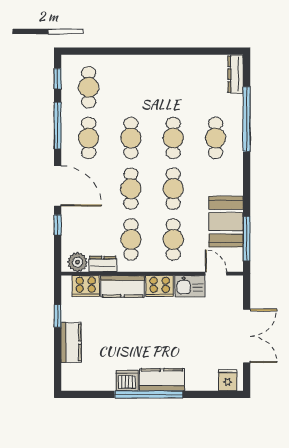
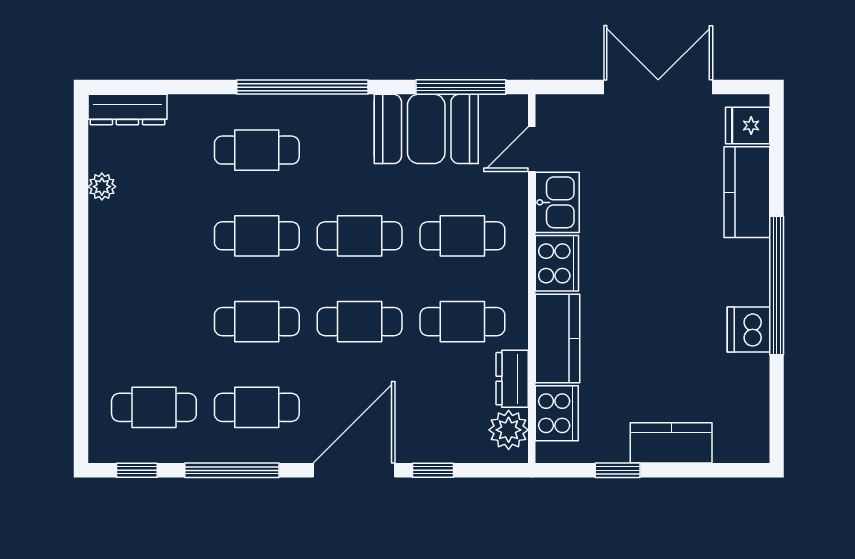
plant: (198, 61) -> (102, 187), added
window: (247, 119) -> (302, 87), moved
kitchen counter: (162, 380) -> (747, 192), moved

